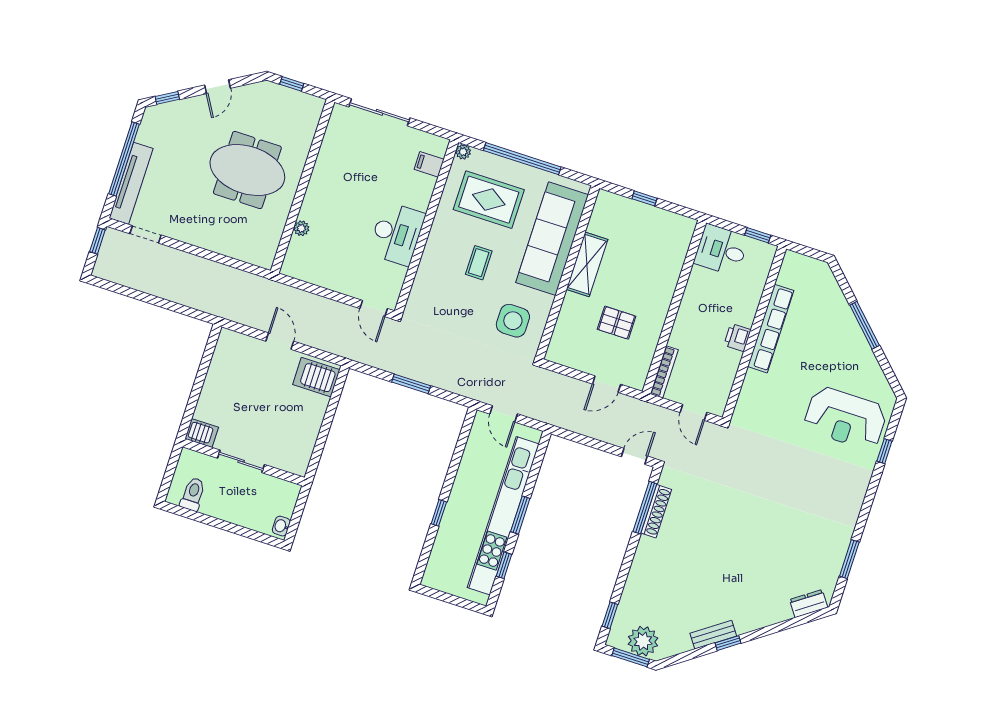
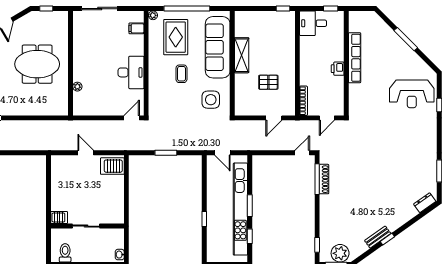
window: (644, 198) -> (283, 9), moved
rug: (489, 200) -> (176, 37), turned 90
door: (374, 308) -> (132, 118), swing flipped
door: (694, 412) -> (327, 118), hinge flipped

